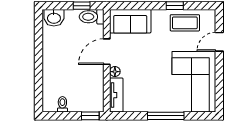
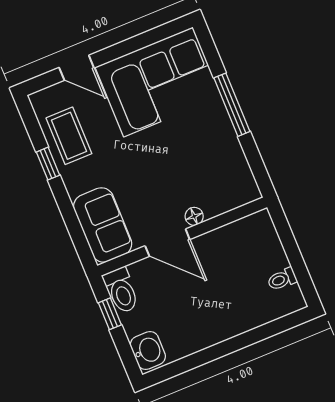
tv unit: (116, 95) -> (231, 198), removed
window: (90, 116) -> (282, 227), removed

